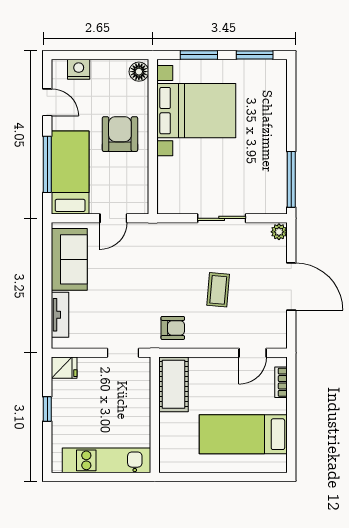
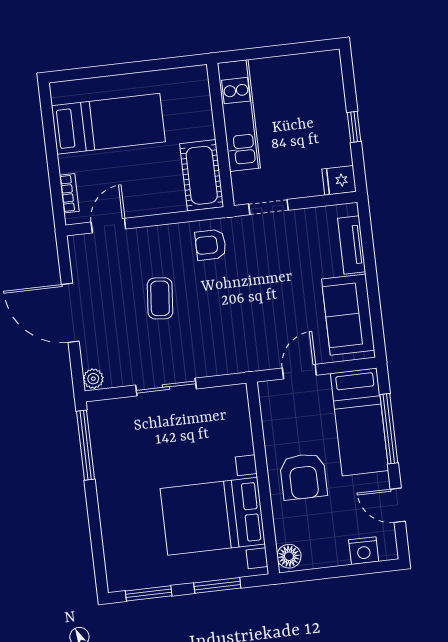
kitchen unit: (107, 460) -> (239, 116), moved, turned -90

